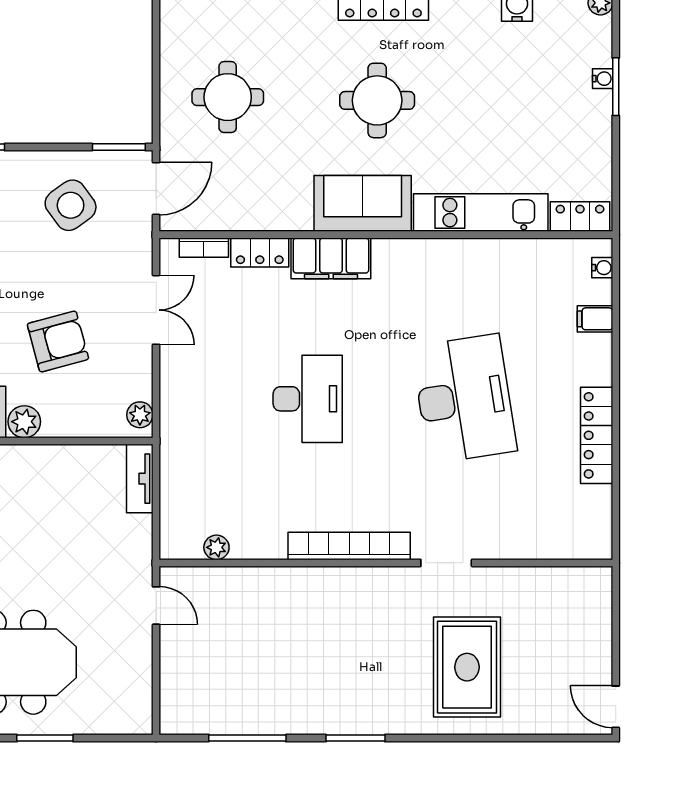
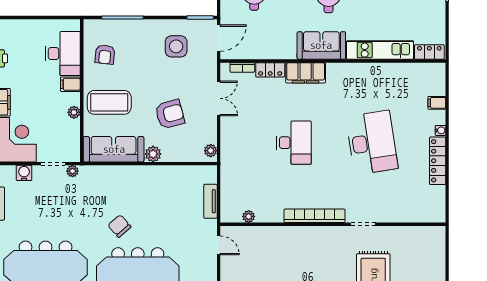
side table: (71, 205) -> (176, 46), turned 36
water cooler: (602, 268) -> (440, 130), moved
tv unit: (140, 479) -> (210, 201), moved

